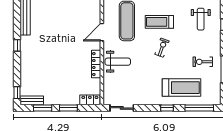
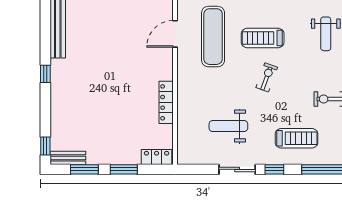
door: (102, 32) -> (175, 34), moved
weight bench: (118, 62) -> (228, 126), moved, turned 180
treadmill: (182, 88) -> (296, 138), width x0.73, depth x0.73
sliding door: (122, 108) -> (237, 169), moved

